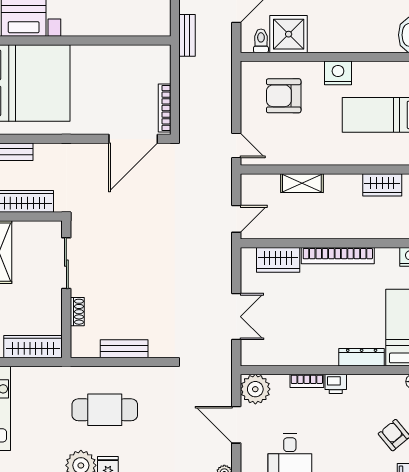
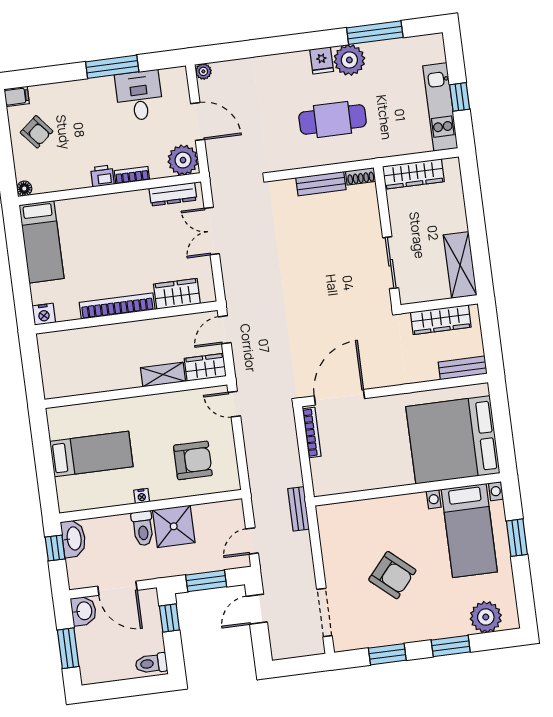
shower: (289, 34) -> (174, 526), moved
toilet: (261, 41) -> (143, 528), moved, width x1.37, depth x1.39
nightstand: (338, 73) -> (142, 496), width x0.53, depth x0.56
wardrobe: (382, 185) -> (205, 367), moved
shoe rack: (77, 312) -> (361, 176), moved, turned -90
dresser: (362, 357) -> (173, 194), moved

